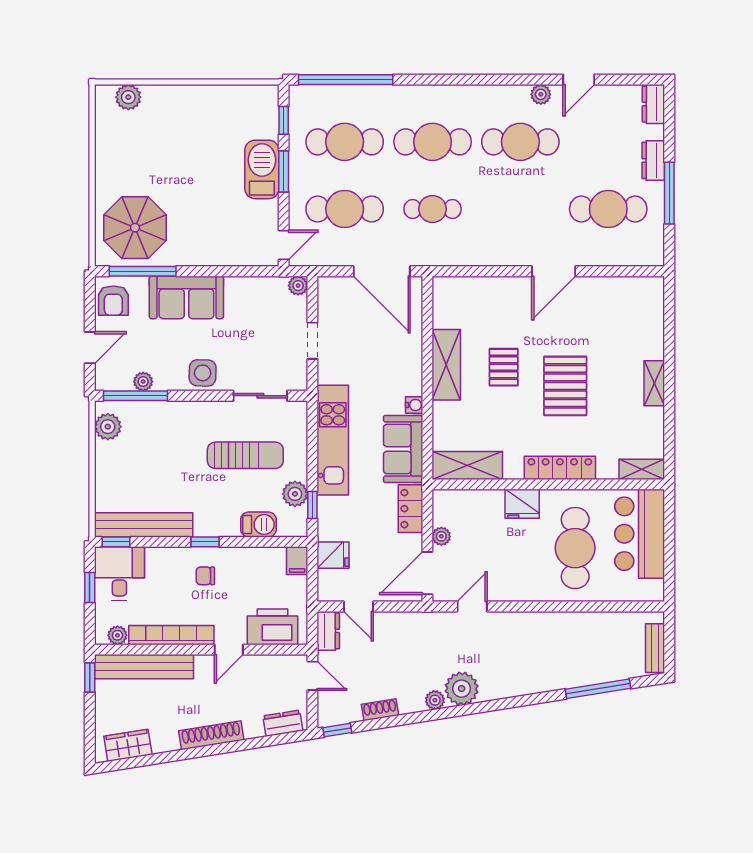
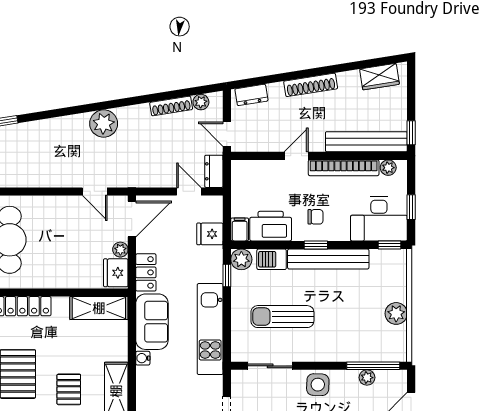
plant: (108, 427) -> (396, 313), moved
plant: (295, 494) -> (241, 259), moved
fridge: (522, 504) -> (116, 273), moved, turned -90
bench: (144, 525) -> (328, 259), moved
desk: (119, 573) -> (379, 219), width x1.37
door: (472, 606) -> (95, 191), hinge flipped
printer: (272, 627) -> (271, 226), moved, turned 180
plant: (435, 700) -> (201, 102), moved
shoe rack: (380, 710) -> (171, 106), width x1.43
window: (337, 730) -> (206, 89), removed

